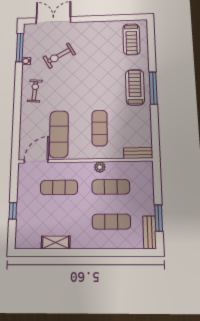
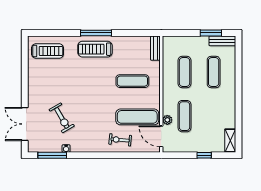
exercise bike: (35, 91) -> (120, 140), moved
plant: (100, 167) -> (167, 120), moved
shelving: (56, 242) -> (230, 141), moved

